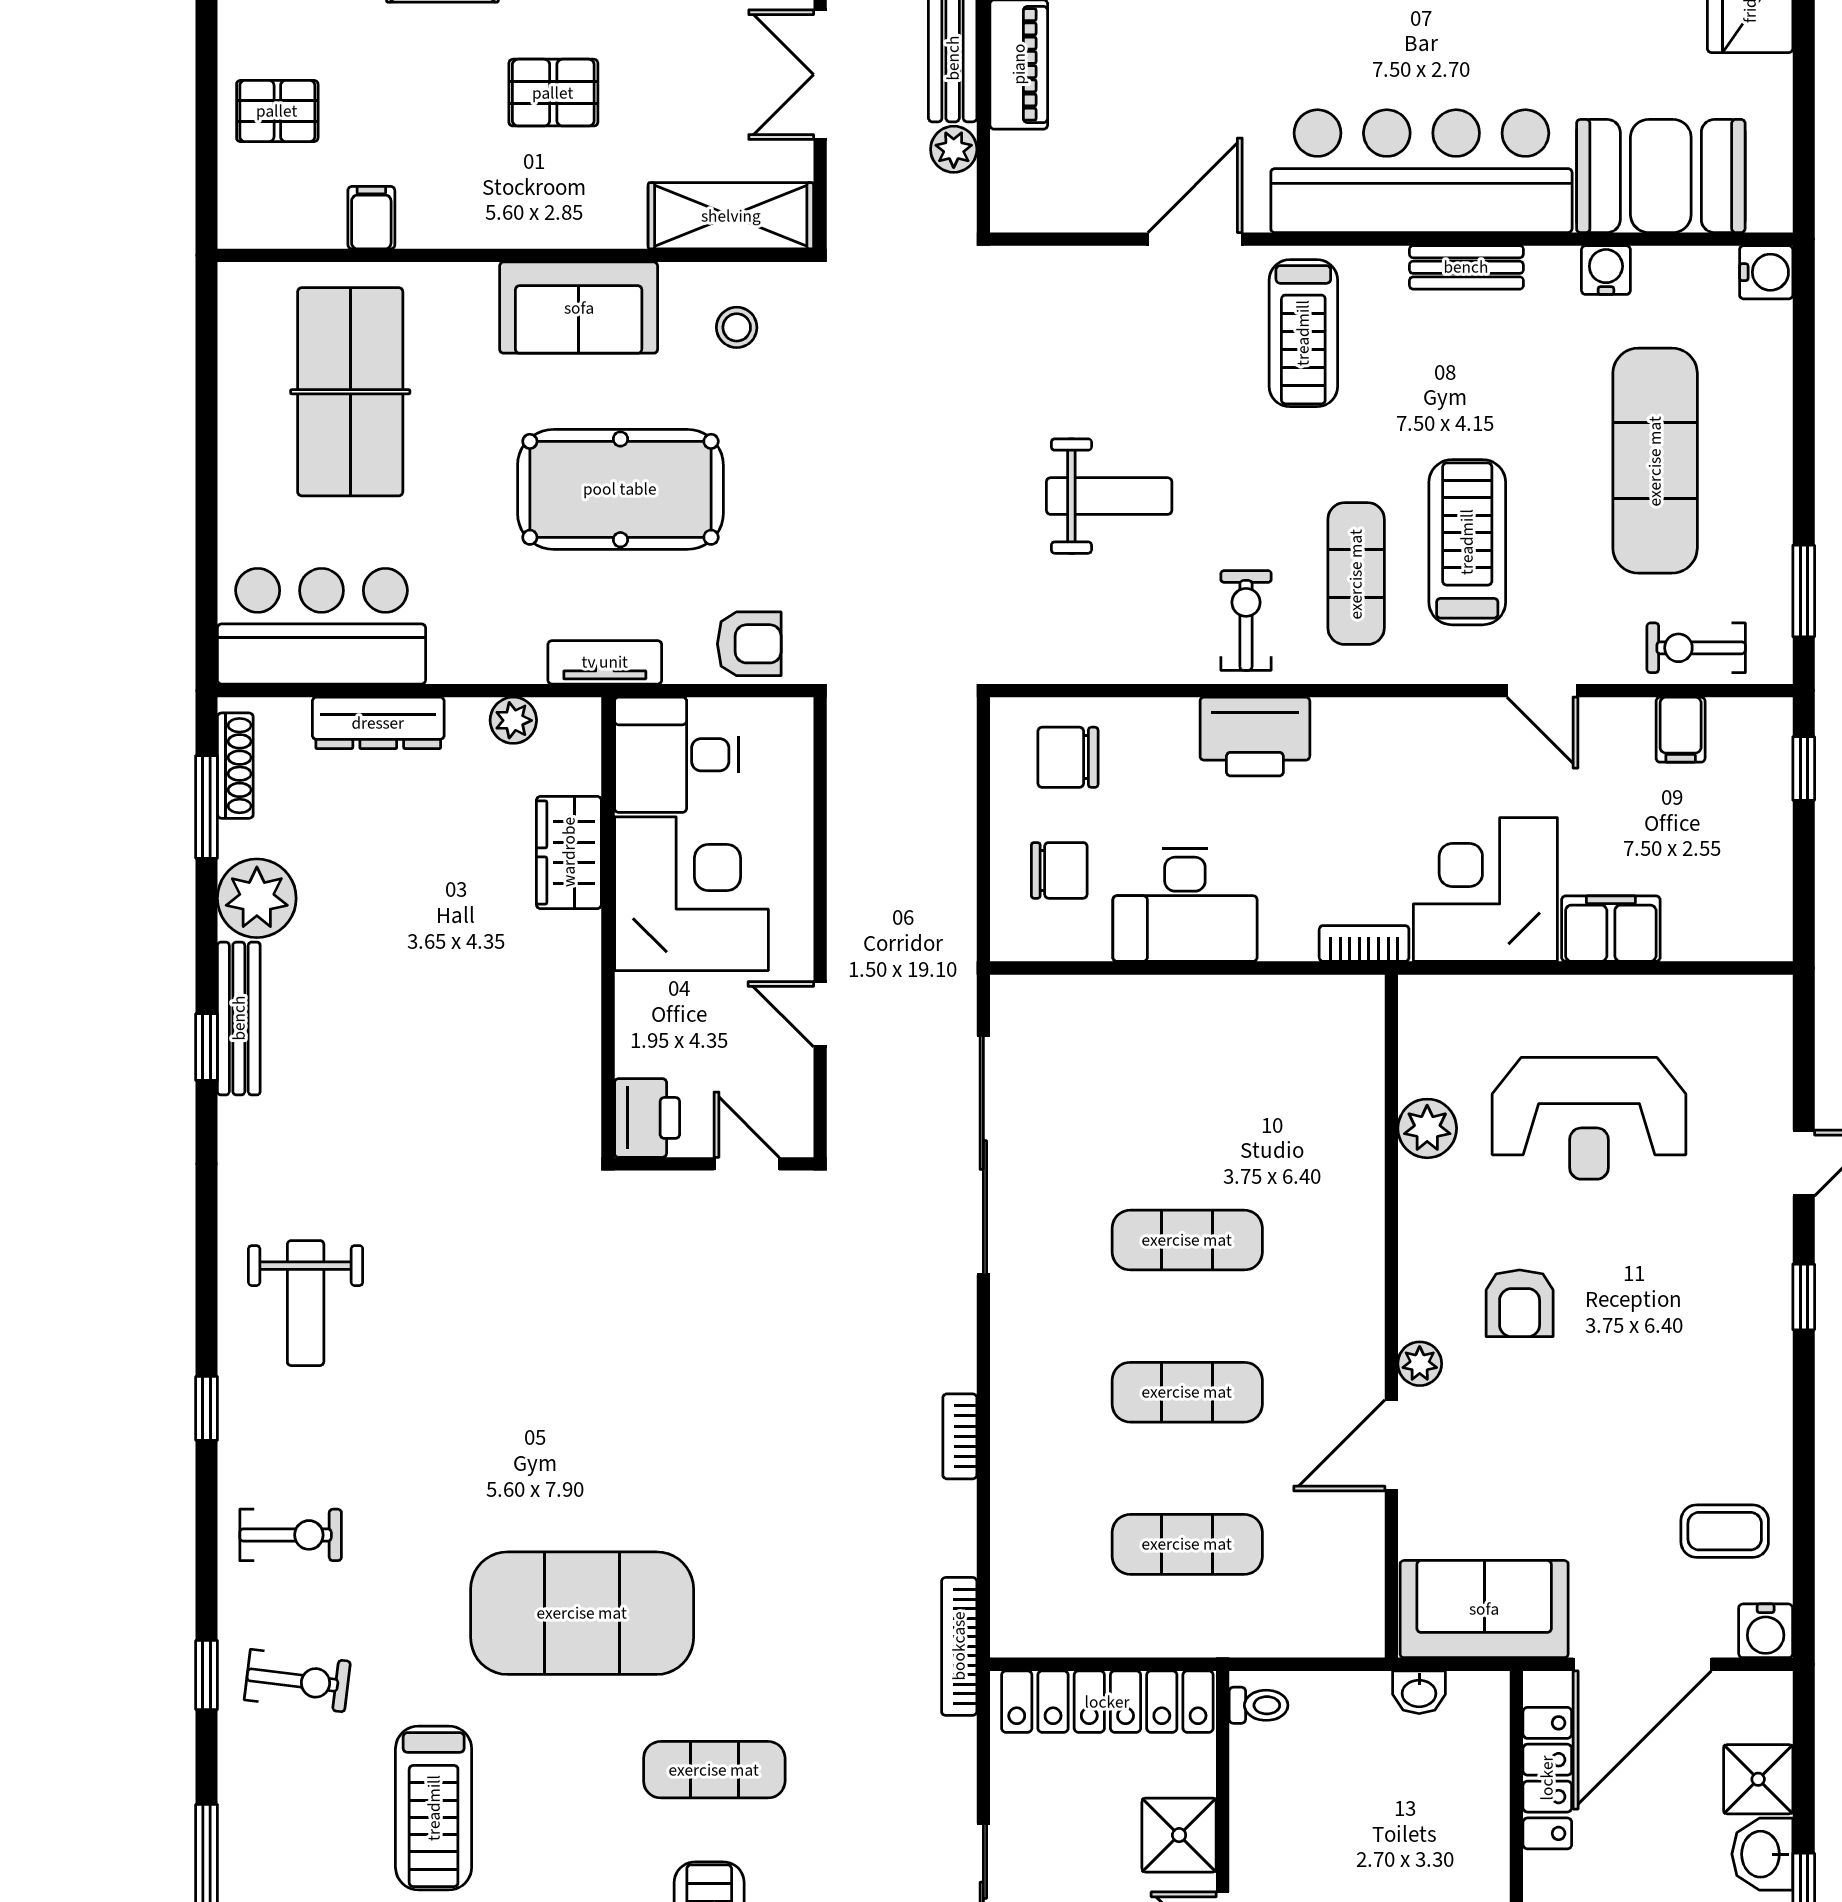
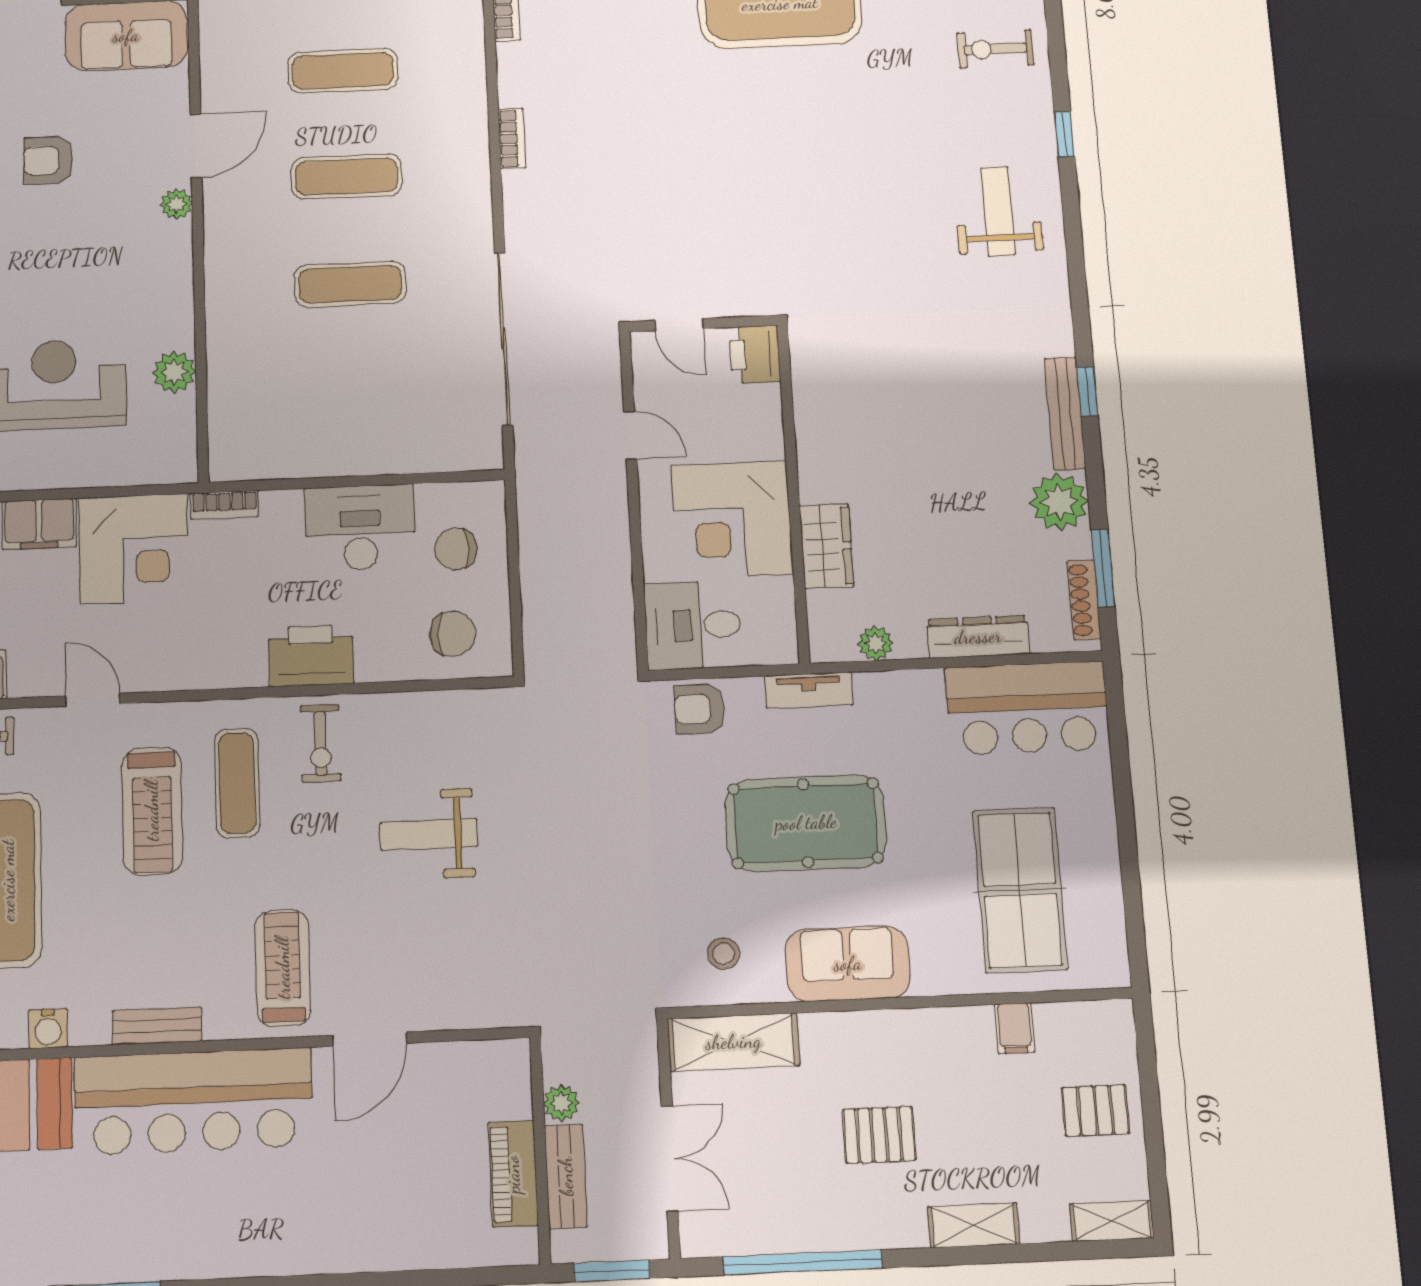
desk: (677, 755) -> (693, 625), moved, turned 180
armchair: (1520, 1303) -> (48, 160), moved, turned -90

